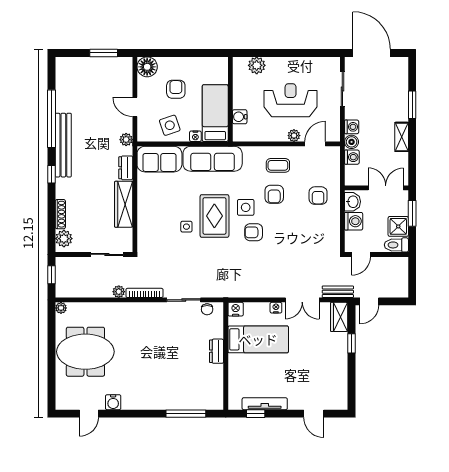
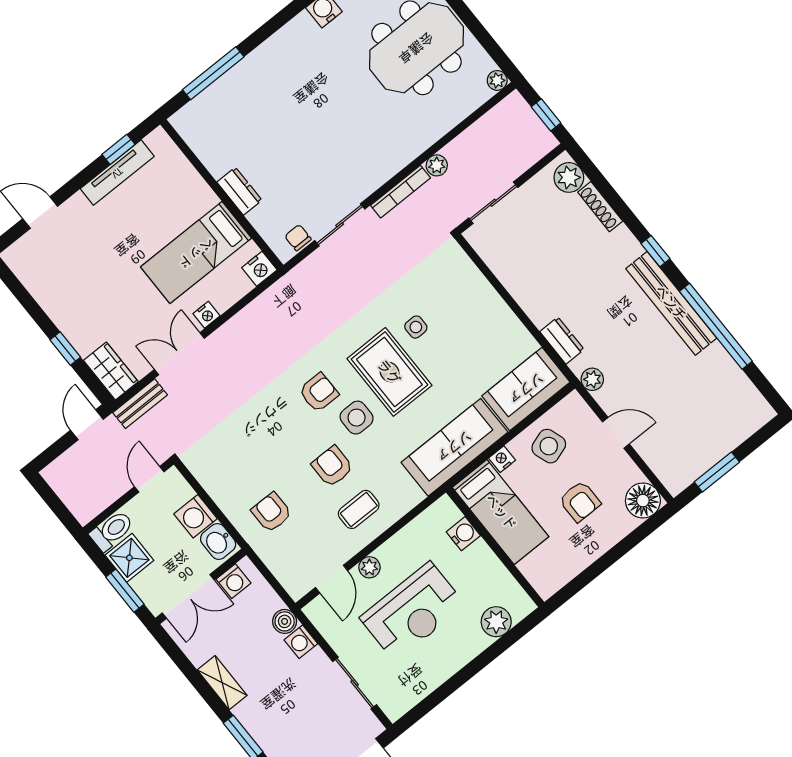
washing machine: (352, 157) -> (233, 581), moved, turned -90
wardrobe: (124, 204) -> (525, 289), removed

